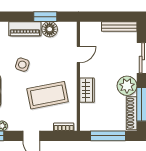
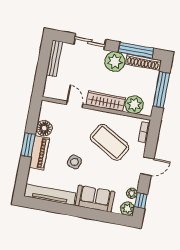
window: (45, 17) -> (28, 145), moved
wardrobe: (87, 90) -> (106, 101), width x1.50
coffee table: (48, 95) -> (110, 142), turned -49
plant: (89, 112) -> (134, 105), added

